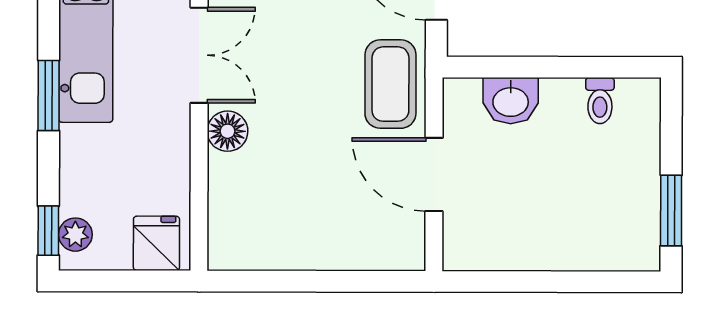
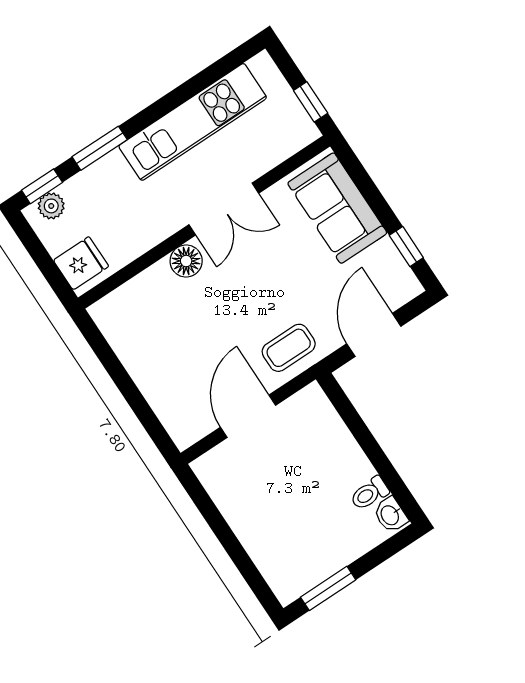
coffee table: (390, 84) -> (289, 348), width x0.73, depth x0.77
window: (49, 96) -> (100, 148), moved
washbasin: (511, 101) -> (390, 515), moved, width x0.72, depth x0.69

